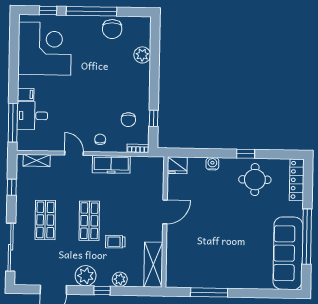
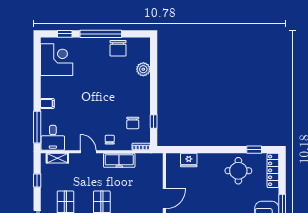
corner desk: (45, 49) -> (57, 60), width x0.74, depth x0.74
desk: (32, 116) -> (53, 138), moved, turned -90
window: (246, 154) -> (254, 150), moved
water cooler: (212, 164) -> (203, 158), removed
fridge: (177, 165) -> (189, 160), moved

